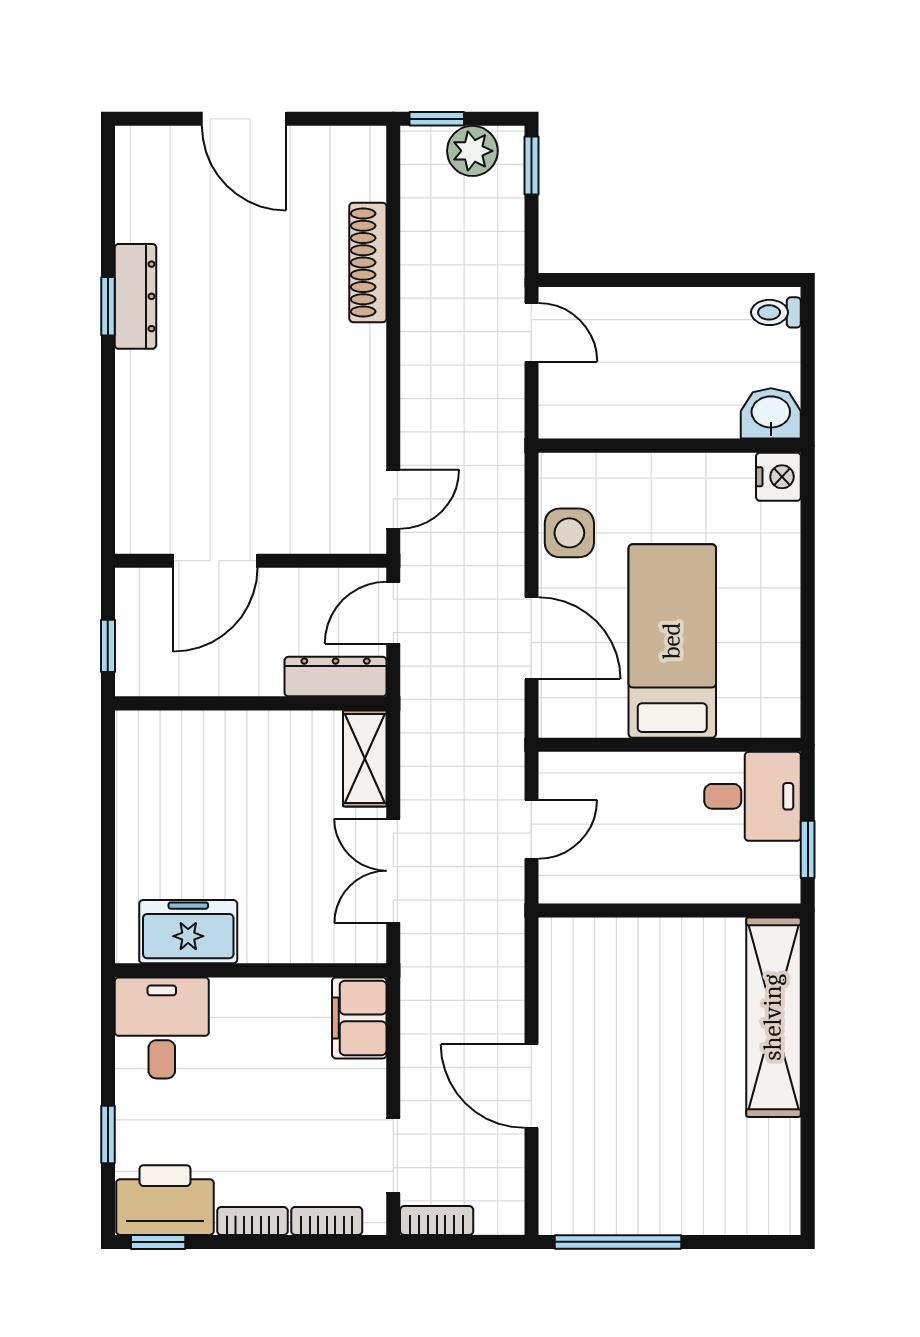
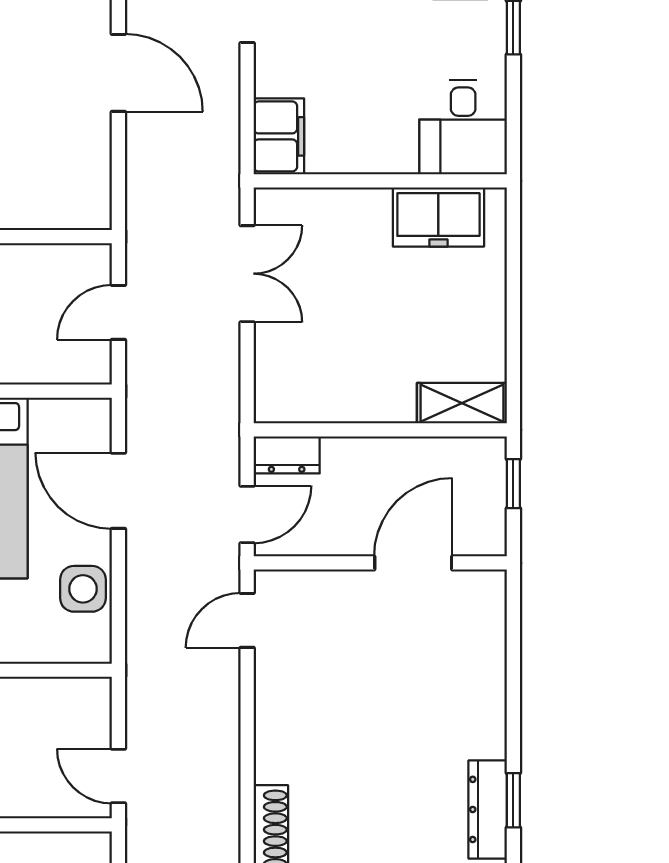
dresser: (336, 677) -> (287, 455), width x0.70
shelving: (365, 759) -> (462, 403), moved, turned 90

